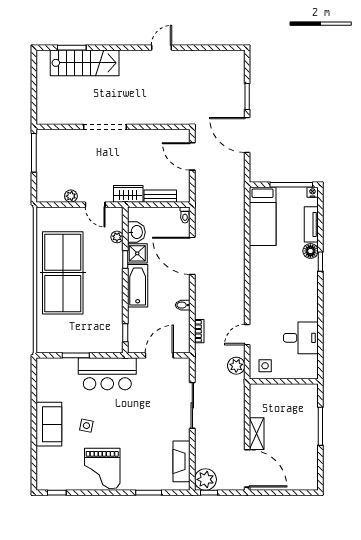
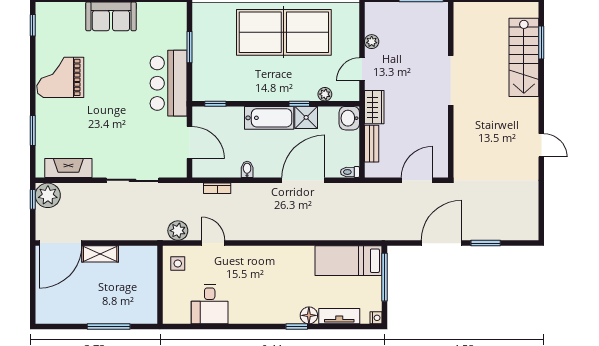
window: (291, 185) -> (385, 277), moved
washbasin: (136, 232) -> (349, 118), moved, turned 90
side table: (86, 426) -> (109, 59), removed

